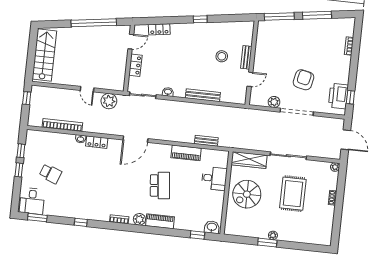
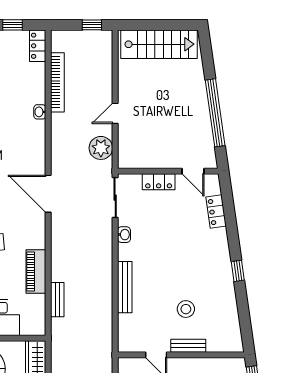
locker: (97, 142) -> (38, 46), moved

